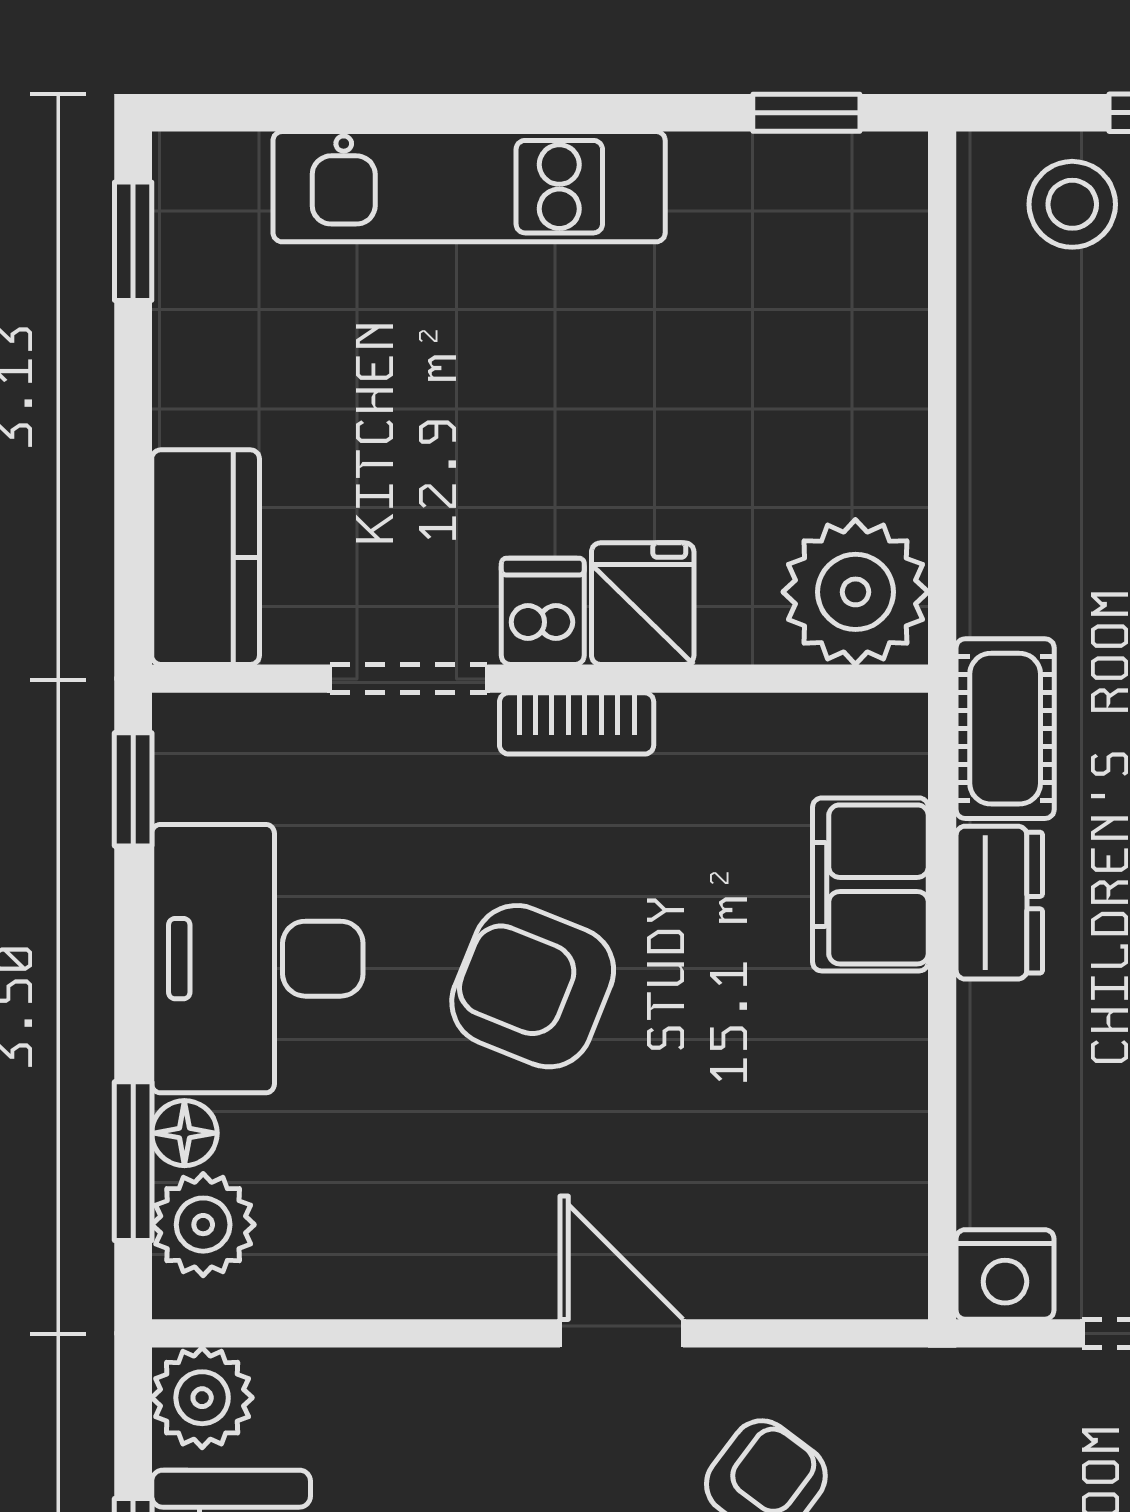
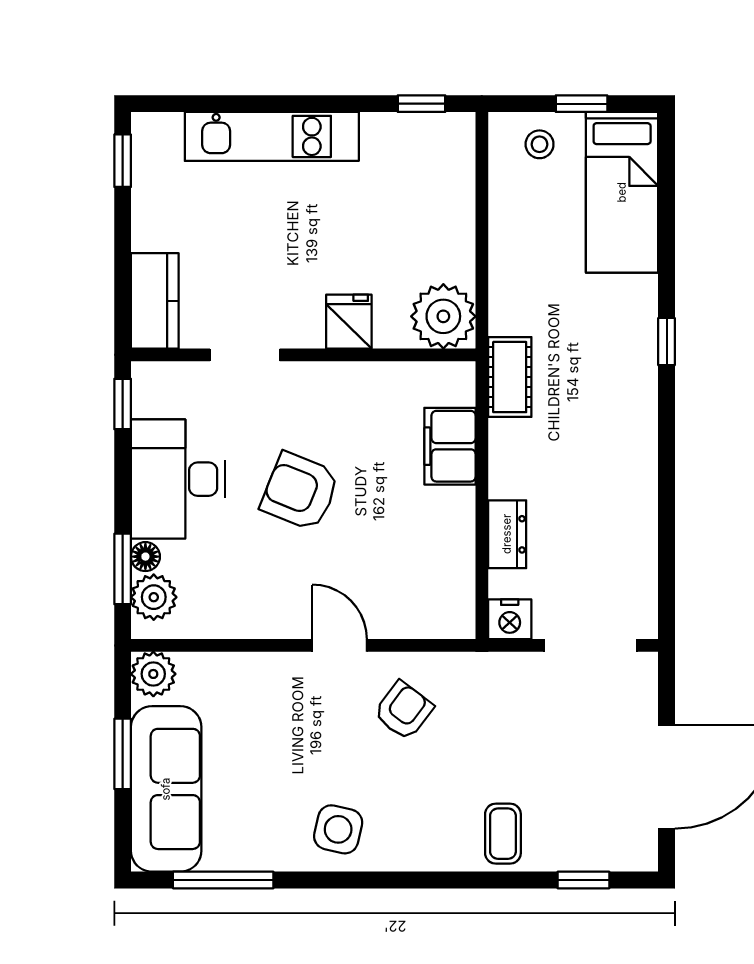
stool: (1072, 204) -> (540, 144), width x0.73, depth x0.73
dishwasher: (543, 611) -> (305, 325), removed
bookcase: (577, 723) -> (320, 375), removed
dresser: (999, 903) -> (507, 534), moved

